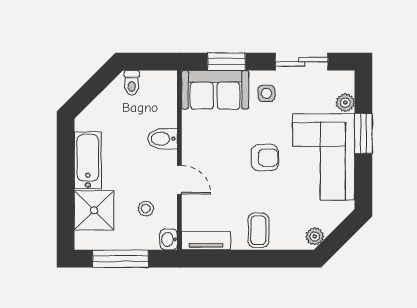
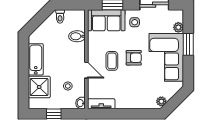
bidet: (162, 139) -> (77, 36), moved
coffee table: (258, 230) -> (112, 61), moved
window: (120, 259) -> (54, 114), width x0.46

